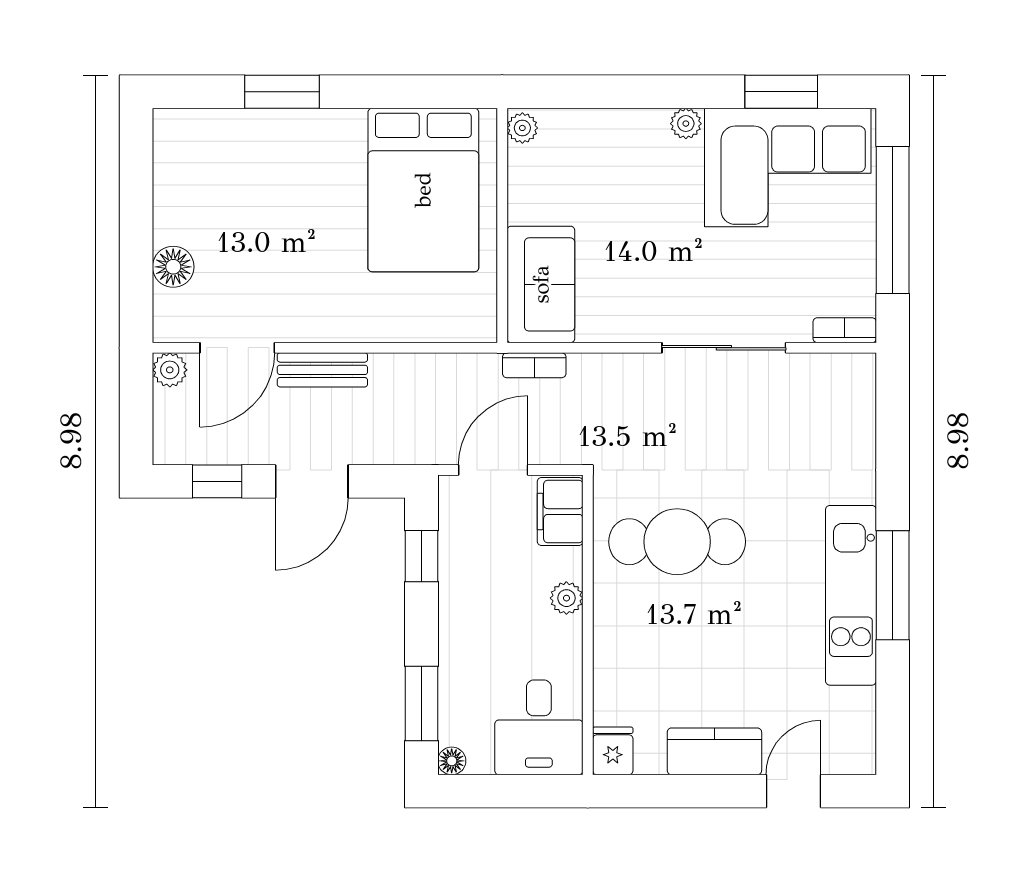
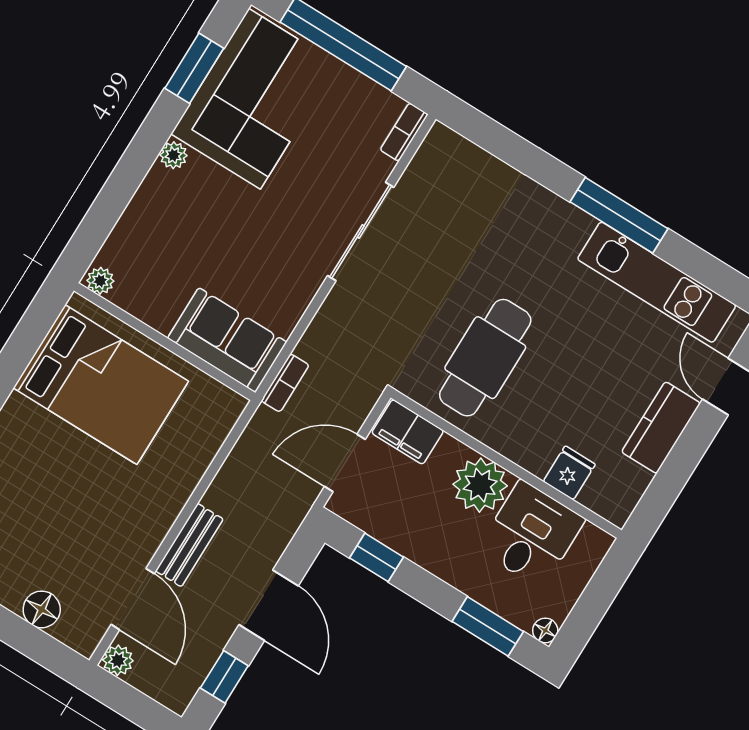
door: (493, 470) -> (345, 463), hinge flipped
kitchen unit: (851, 595) -> (657, 282), moved
plant: (566, 598) -> (480, 485), width x1.88, depth x1.88
desk: (539, 727) -> (531, 534), moved, turned -90
fridge: (613, 751) -> (569, 473), moved, turned 90

